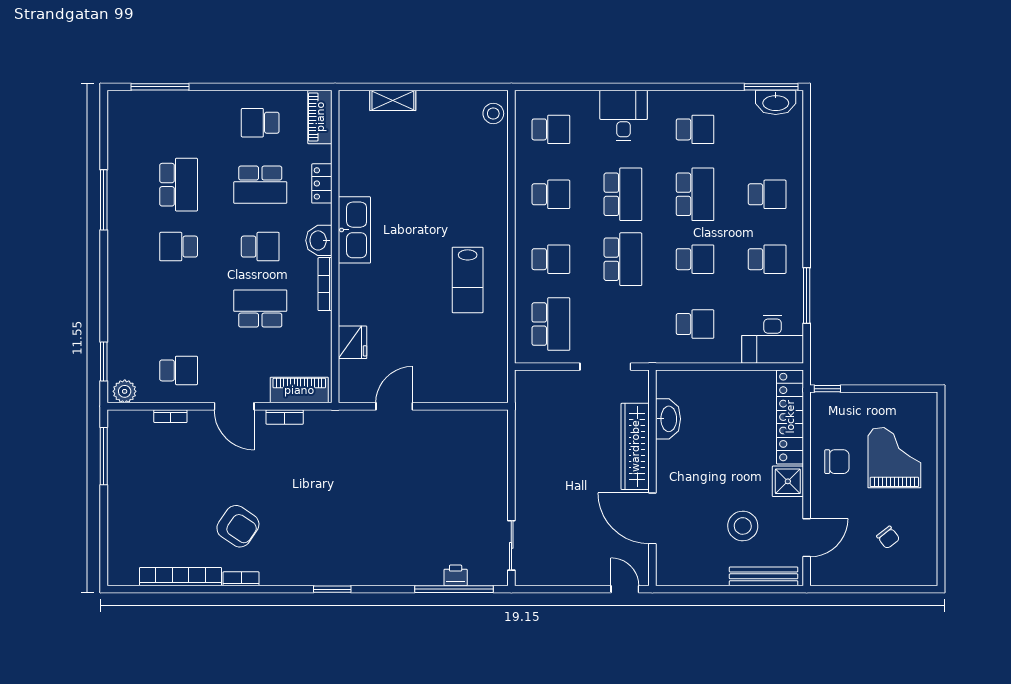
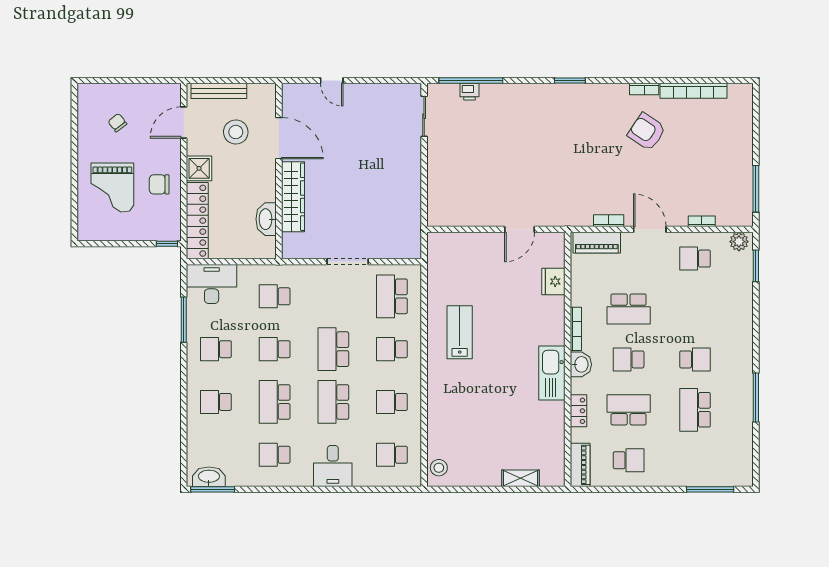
washbasin: (668, 419) -> (266, 219), moved
wardrobe: (635, 446) -> (293, 197), moved
wall: (652, 478) -> (279, 171), moved
door: (652, 518) -> (279, 138), moved

